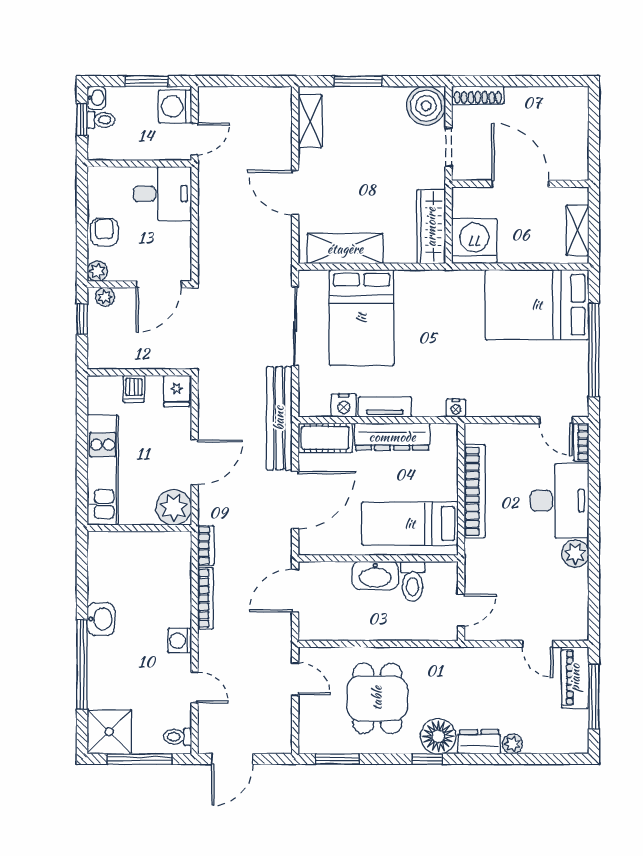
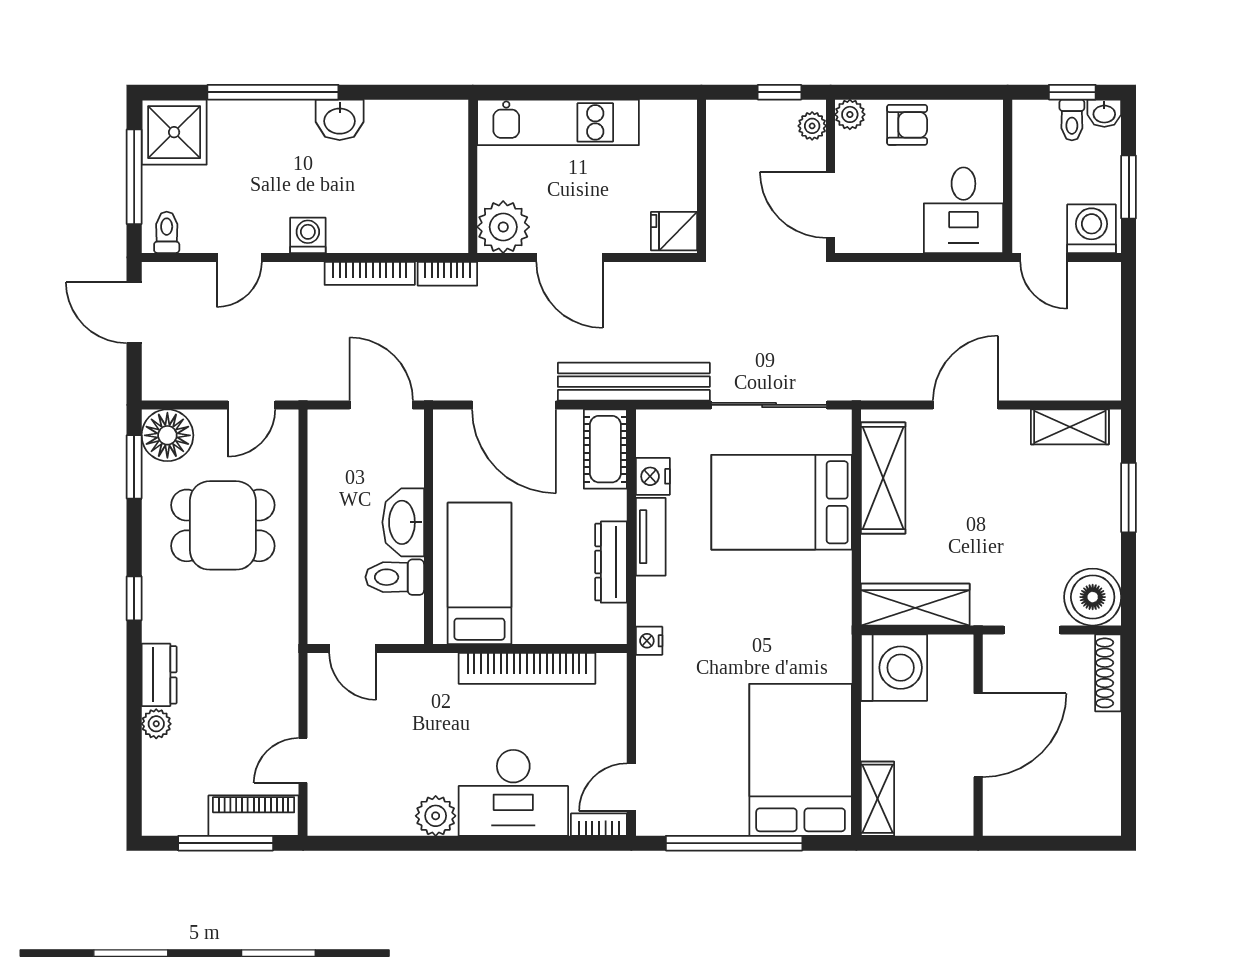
shelving: (577, 230) -> (877, 799), moved, turned 90
dishwasher: (134, 389) -> (677, 168), removed
dresser: (392, 437) -> (611, 562), width x0.73, depth x0.80
floor lamp: (438, 736) -> (167, 435), moved

